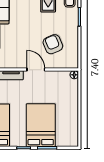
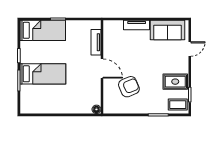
door: (36, 70) -> (102, 69), hinge flipped
bed: (41, 125) -> (43, 74), width x0.67

